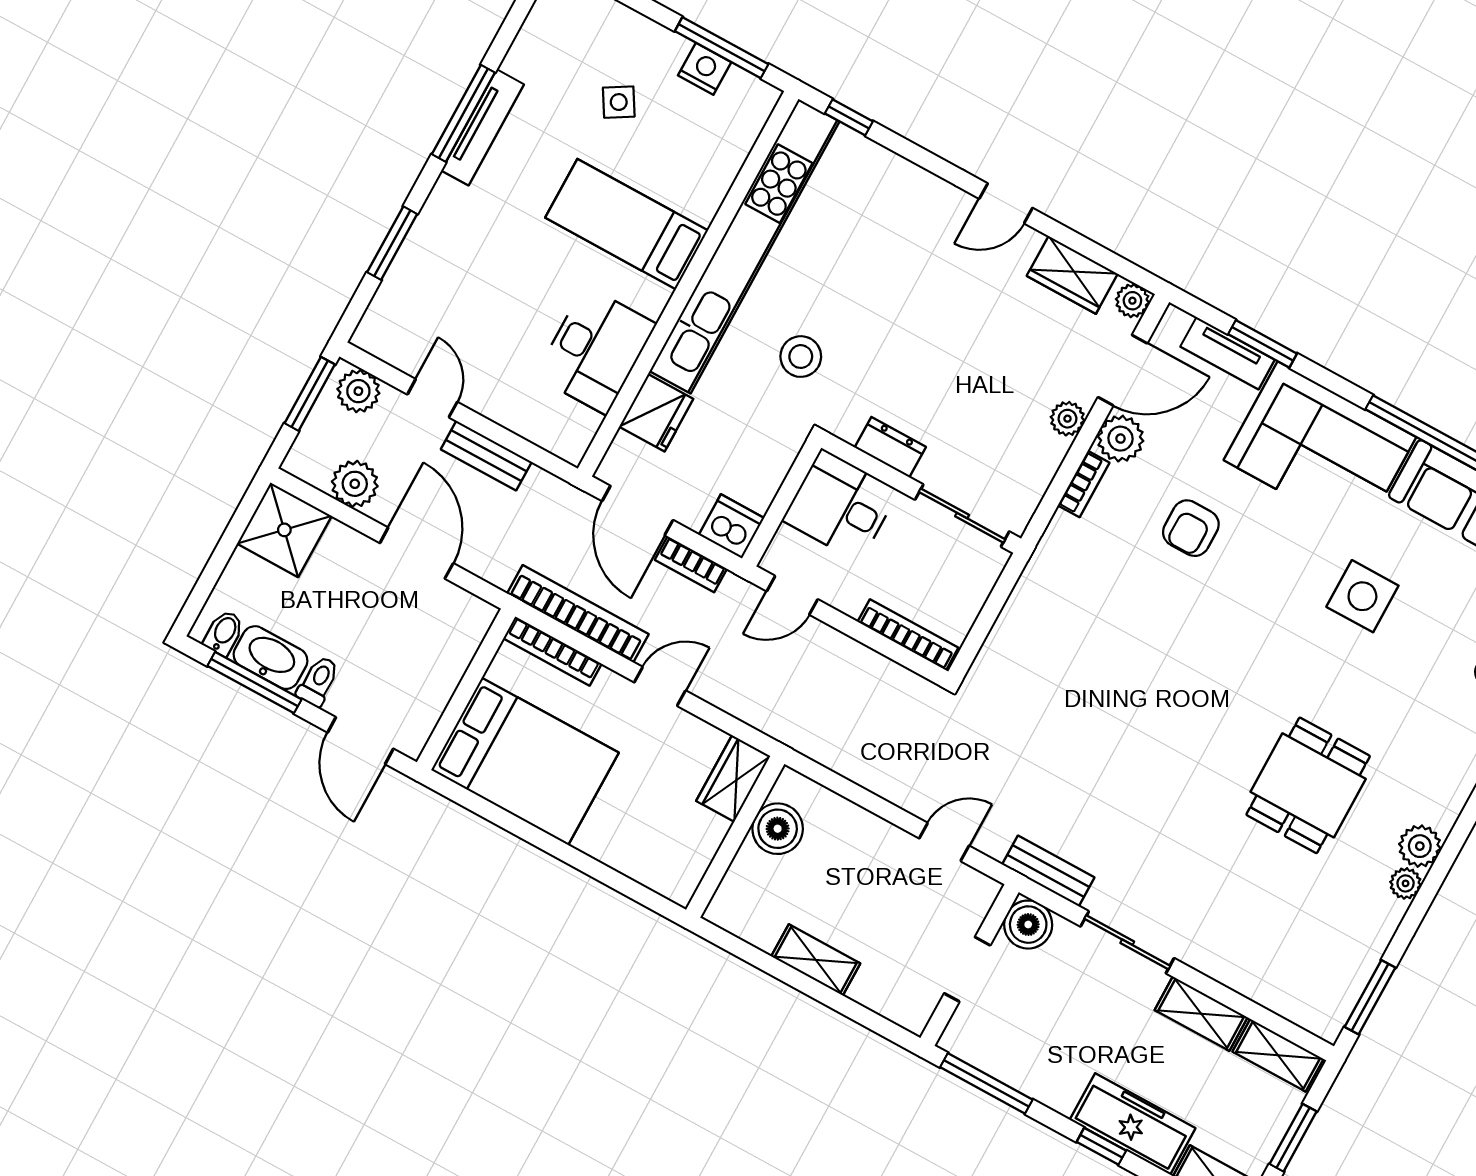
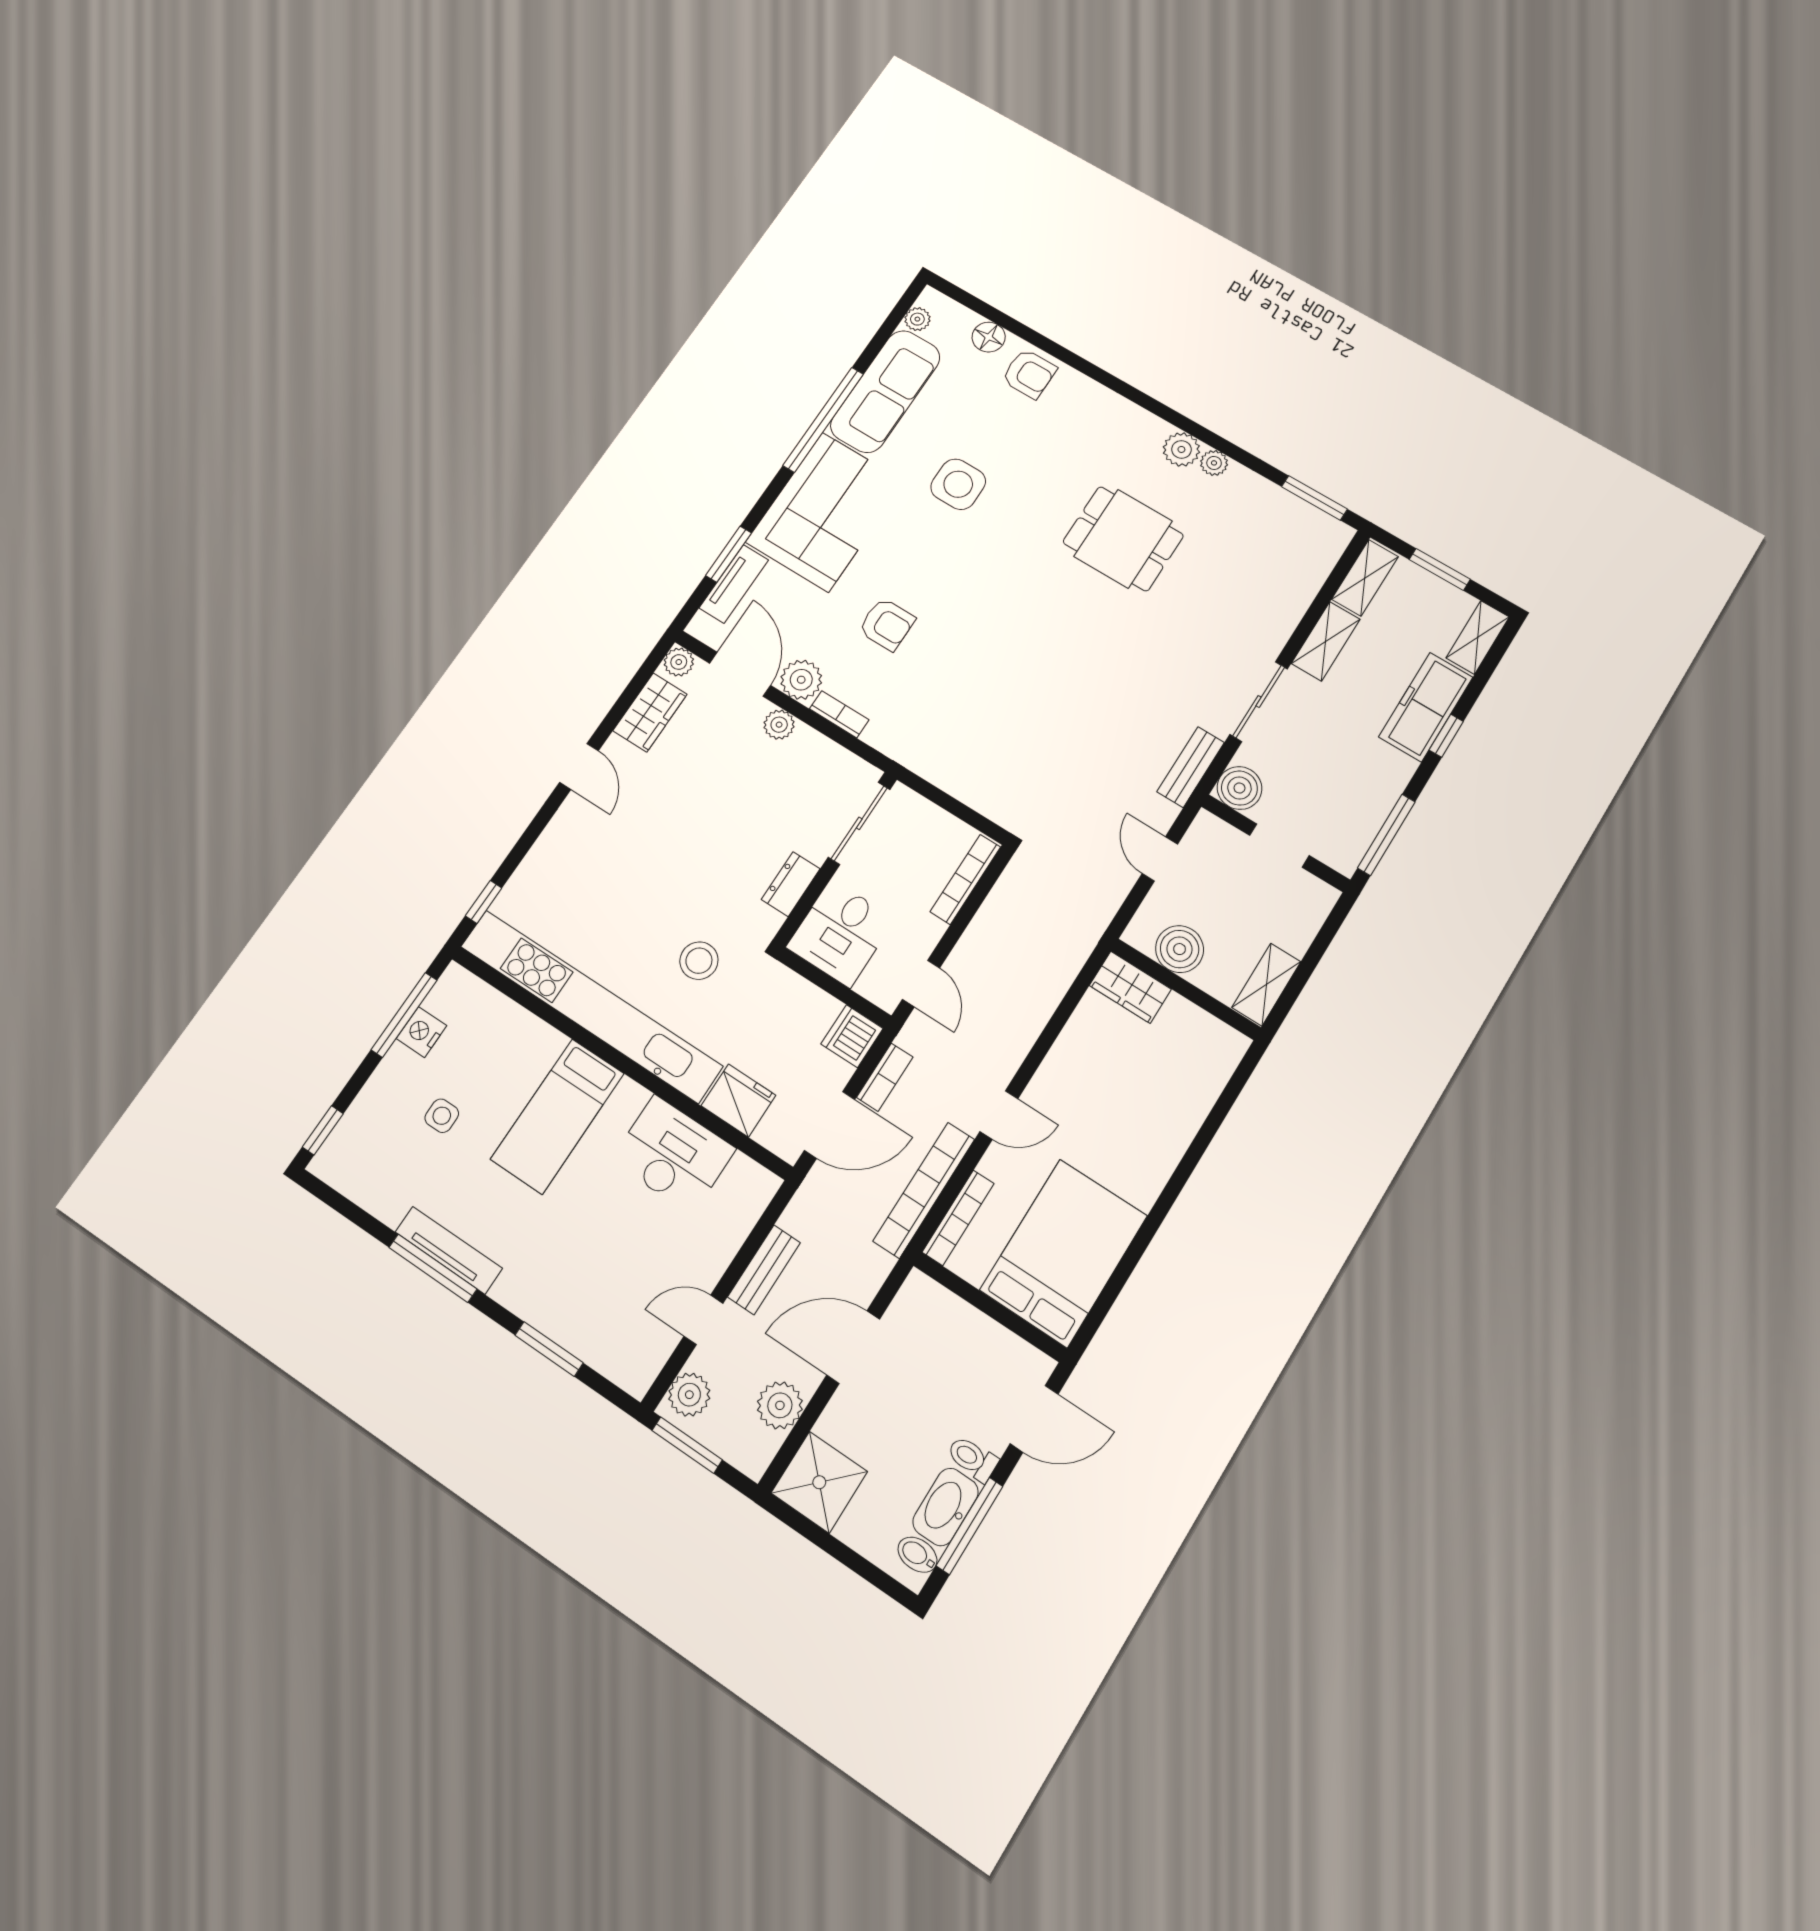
side table: (619, 102) -> (442, 1116), turned 31
door: (660, 686) -> (999, 1115), swing flipped
wardrobe: (733, 779) -> (1130, 987), moved
boiler: (778, 829) -> (1180, 949), moved
wall: (735, 837) -> (1186, 989), moved

